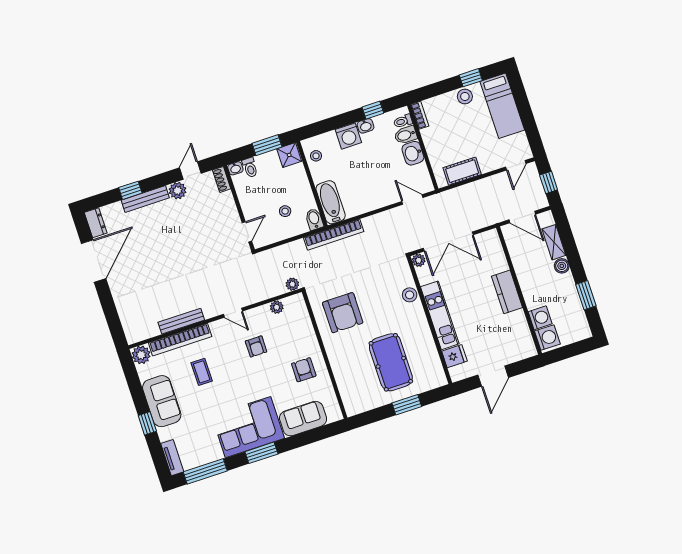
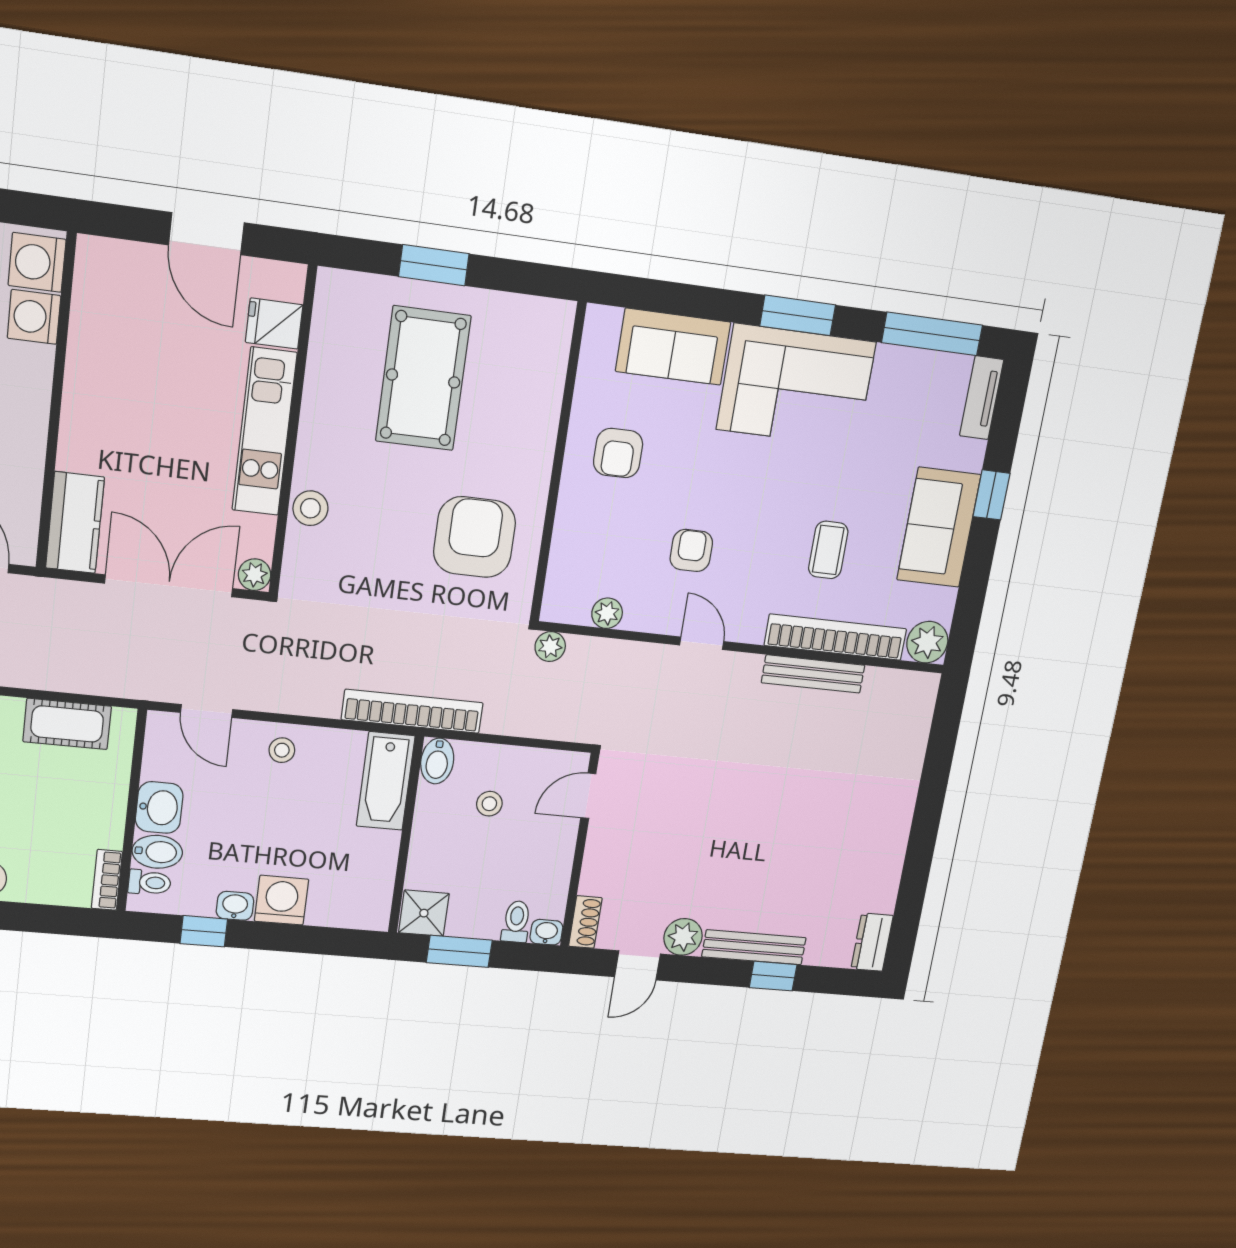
stool: (316, 156) -> (282, 750), moved
door: (94, 261) -> (916, 870), removed
kitchen counter: (507, 292) -> (75, 523), moved
door: (493, 376) -> (206, 234), swing flipped

